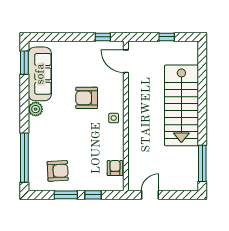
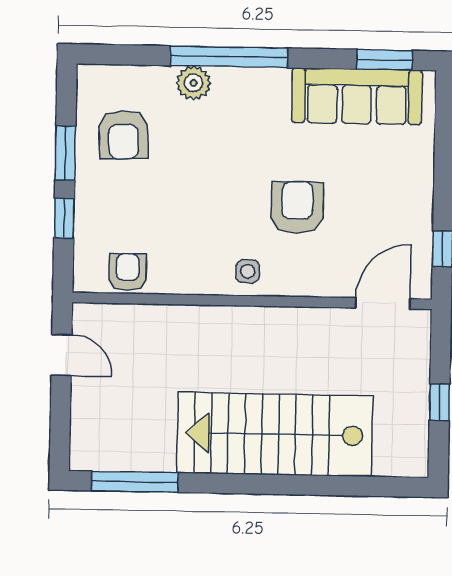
plant: (36, 109) -> (194, 83), moved
window: (24, 158) -> (229, 57), moved
armchair: (115, 168) -> (128, 272), turned -90

